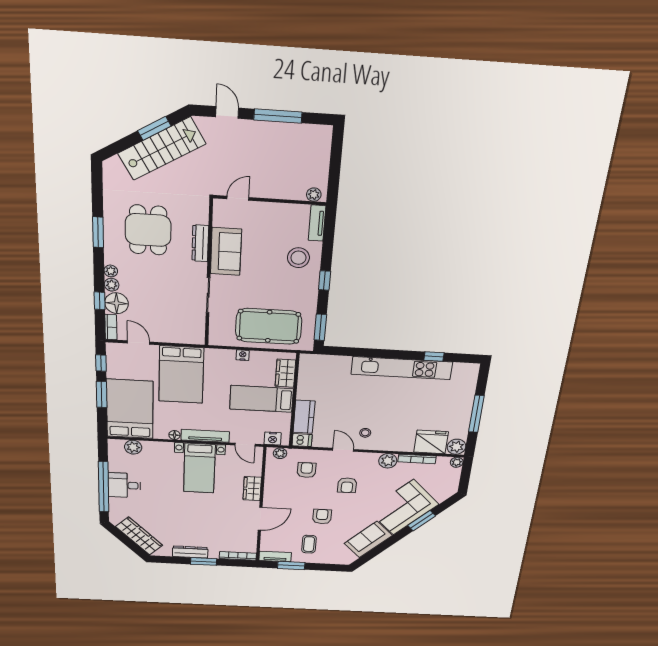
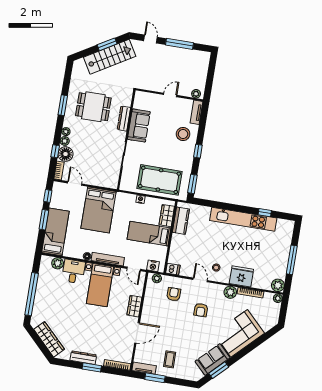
door: (238, 198) -> (170, 95), moved
dining table: (148, 230) -> (93, 107), turned 90
bed: (130, 409) -> (55, 232), width x0.67
kitchen counter: (304, 417) -> (181, 221), moved
fridge: (431, 442) -> (241, 276), moved
desk: (124, 485) -> (73, 271), moved, turned 90
armchair: (322, 517) -> (181, 335), removed
window: (422, 521) -> (219, 370), moved

